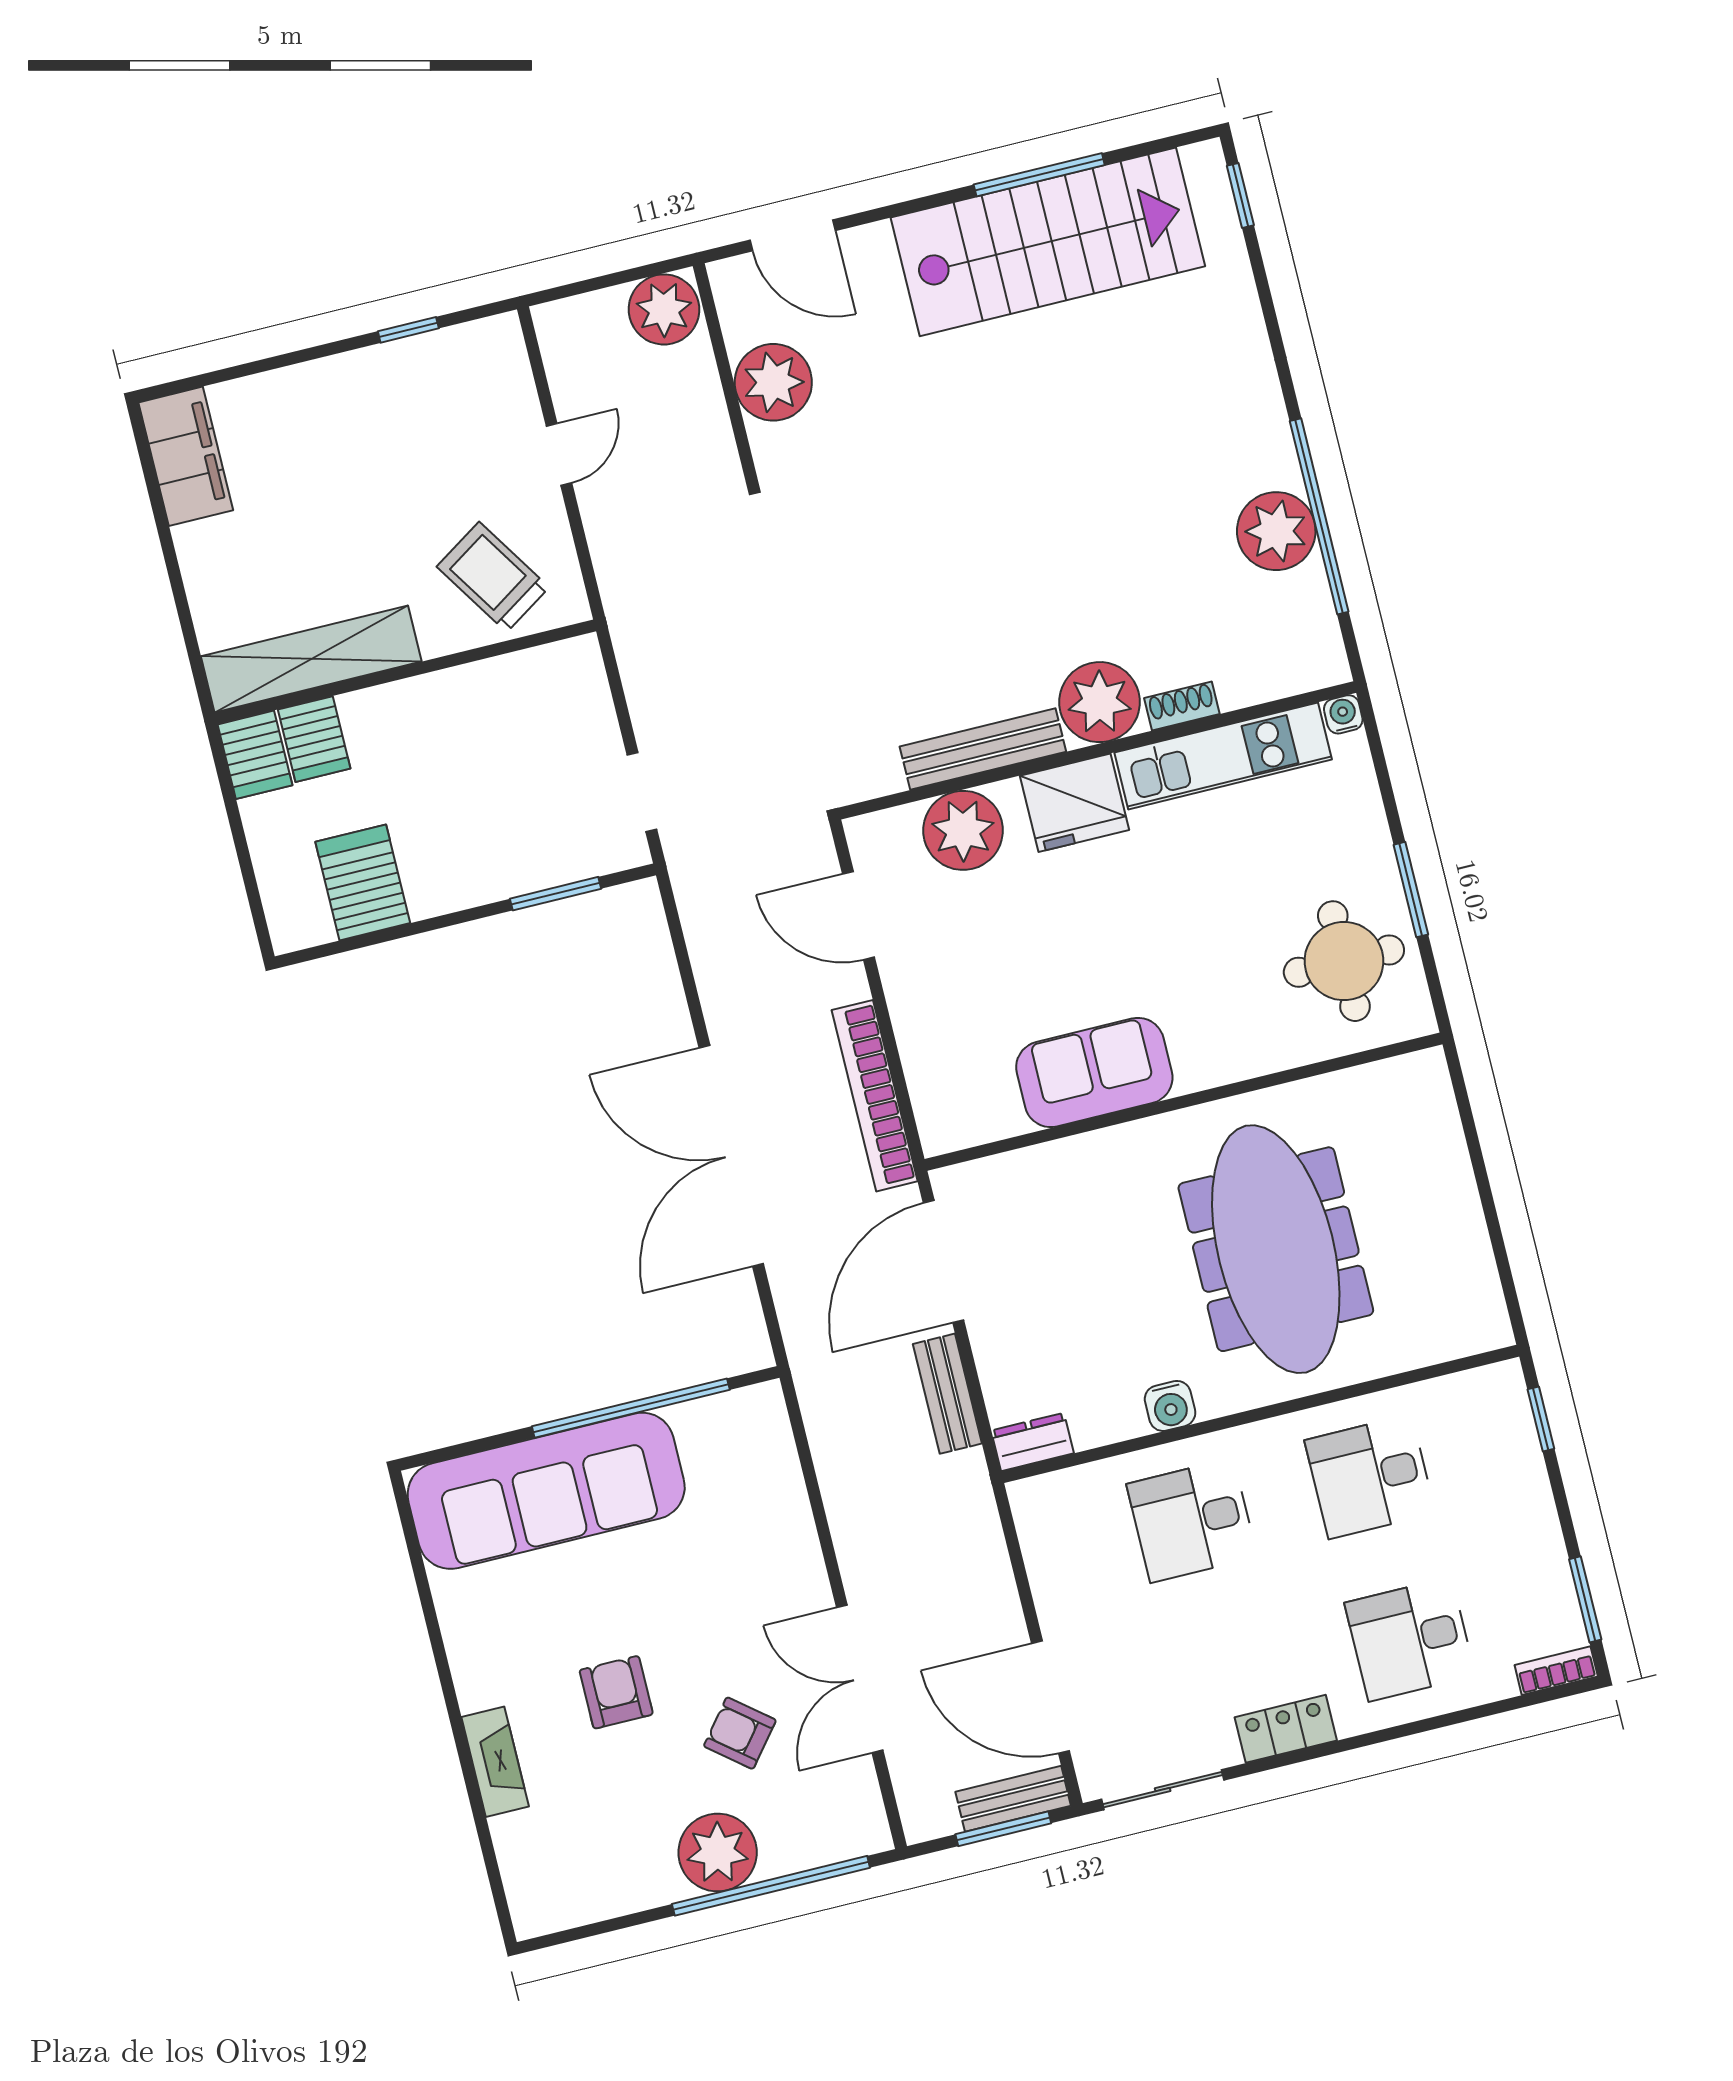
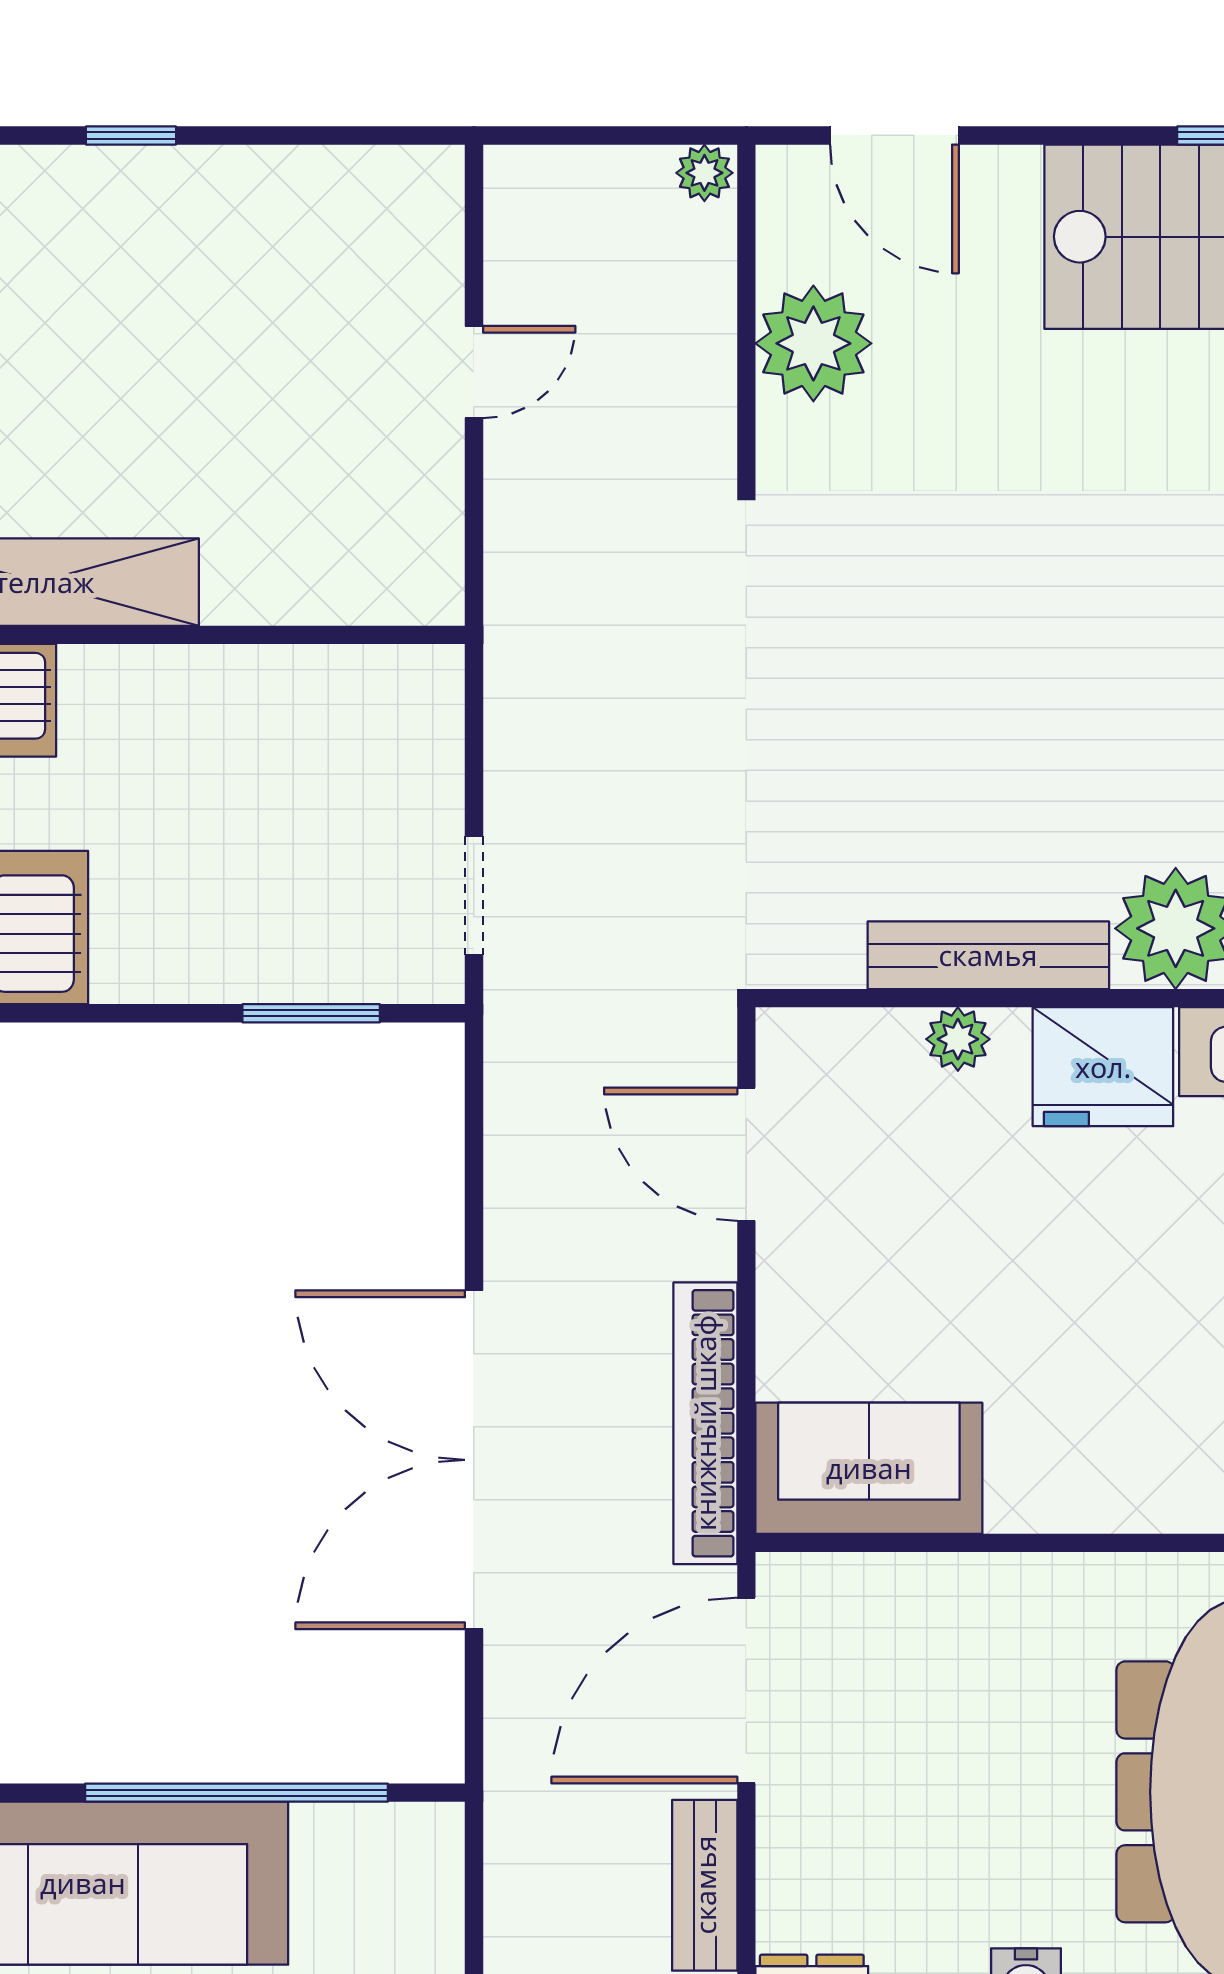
plant: (664, 309) -> (704, 173), width x0.53, depth x0.53
window: (408, 330) -> (131, 135), moved
trolley: (493, 577) -> (333, 527), removed
plant: (963, 830) -> (958, 1039), width x0.53, depth x0.53
sofa: (1094, 1072) -> (869, 1468), moved

